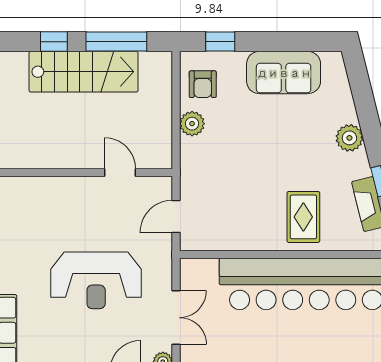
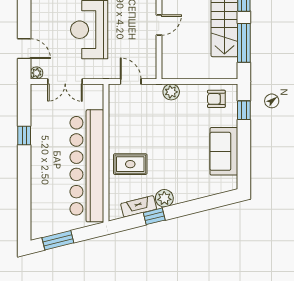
plant: (192, 124) -> (171, 92), moved
plant: (349, 138) -> (164, 198), moved
door: (120, 173) -> (159, 25), moved

